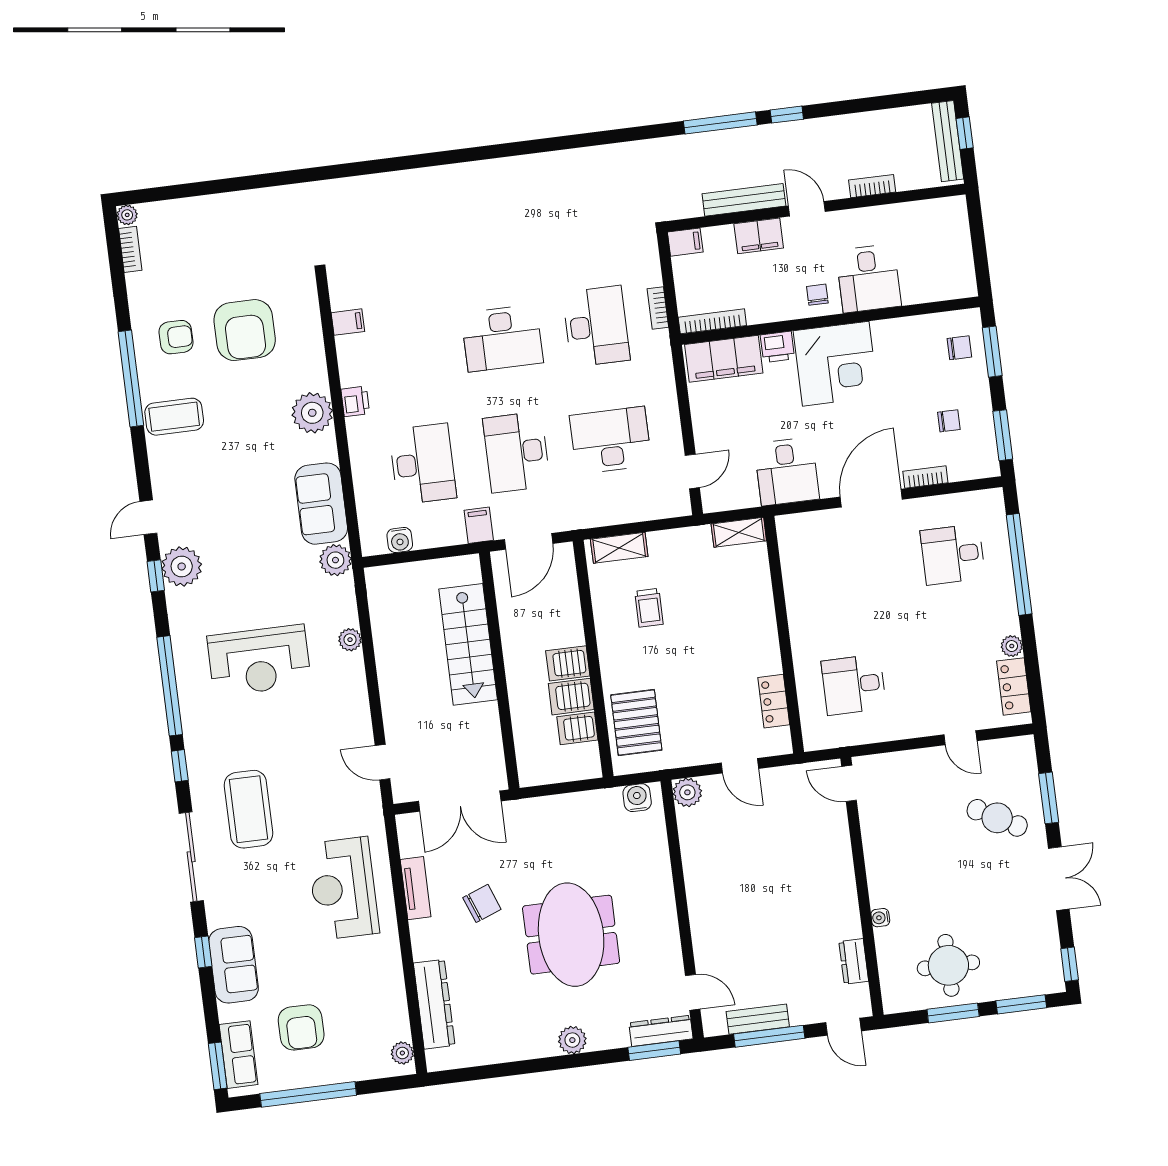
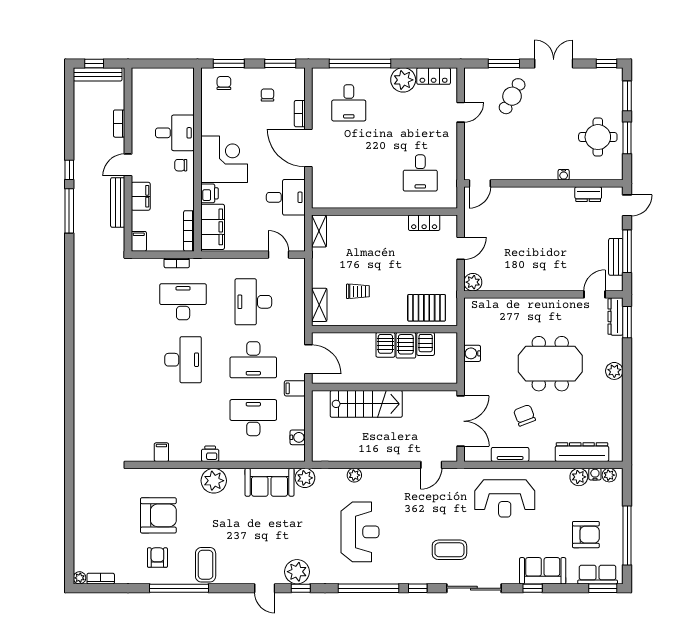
plant: (1012, 646) -> (403, 80), width x1.87, depth x1.87
water cooler: (637, 798) -> (472, 353), moved
coffee table: (248, 809) -> (449, 550), width x0.73, depth x0.76
plant: (393, 1004) -> (579, 477), added
water cooler: (401, 1030) -> (595, 474), added

